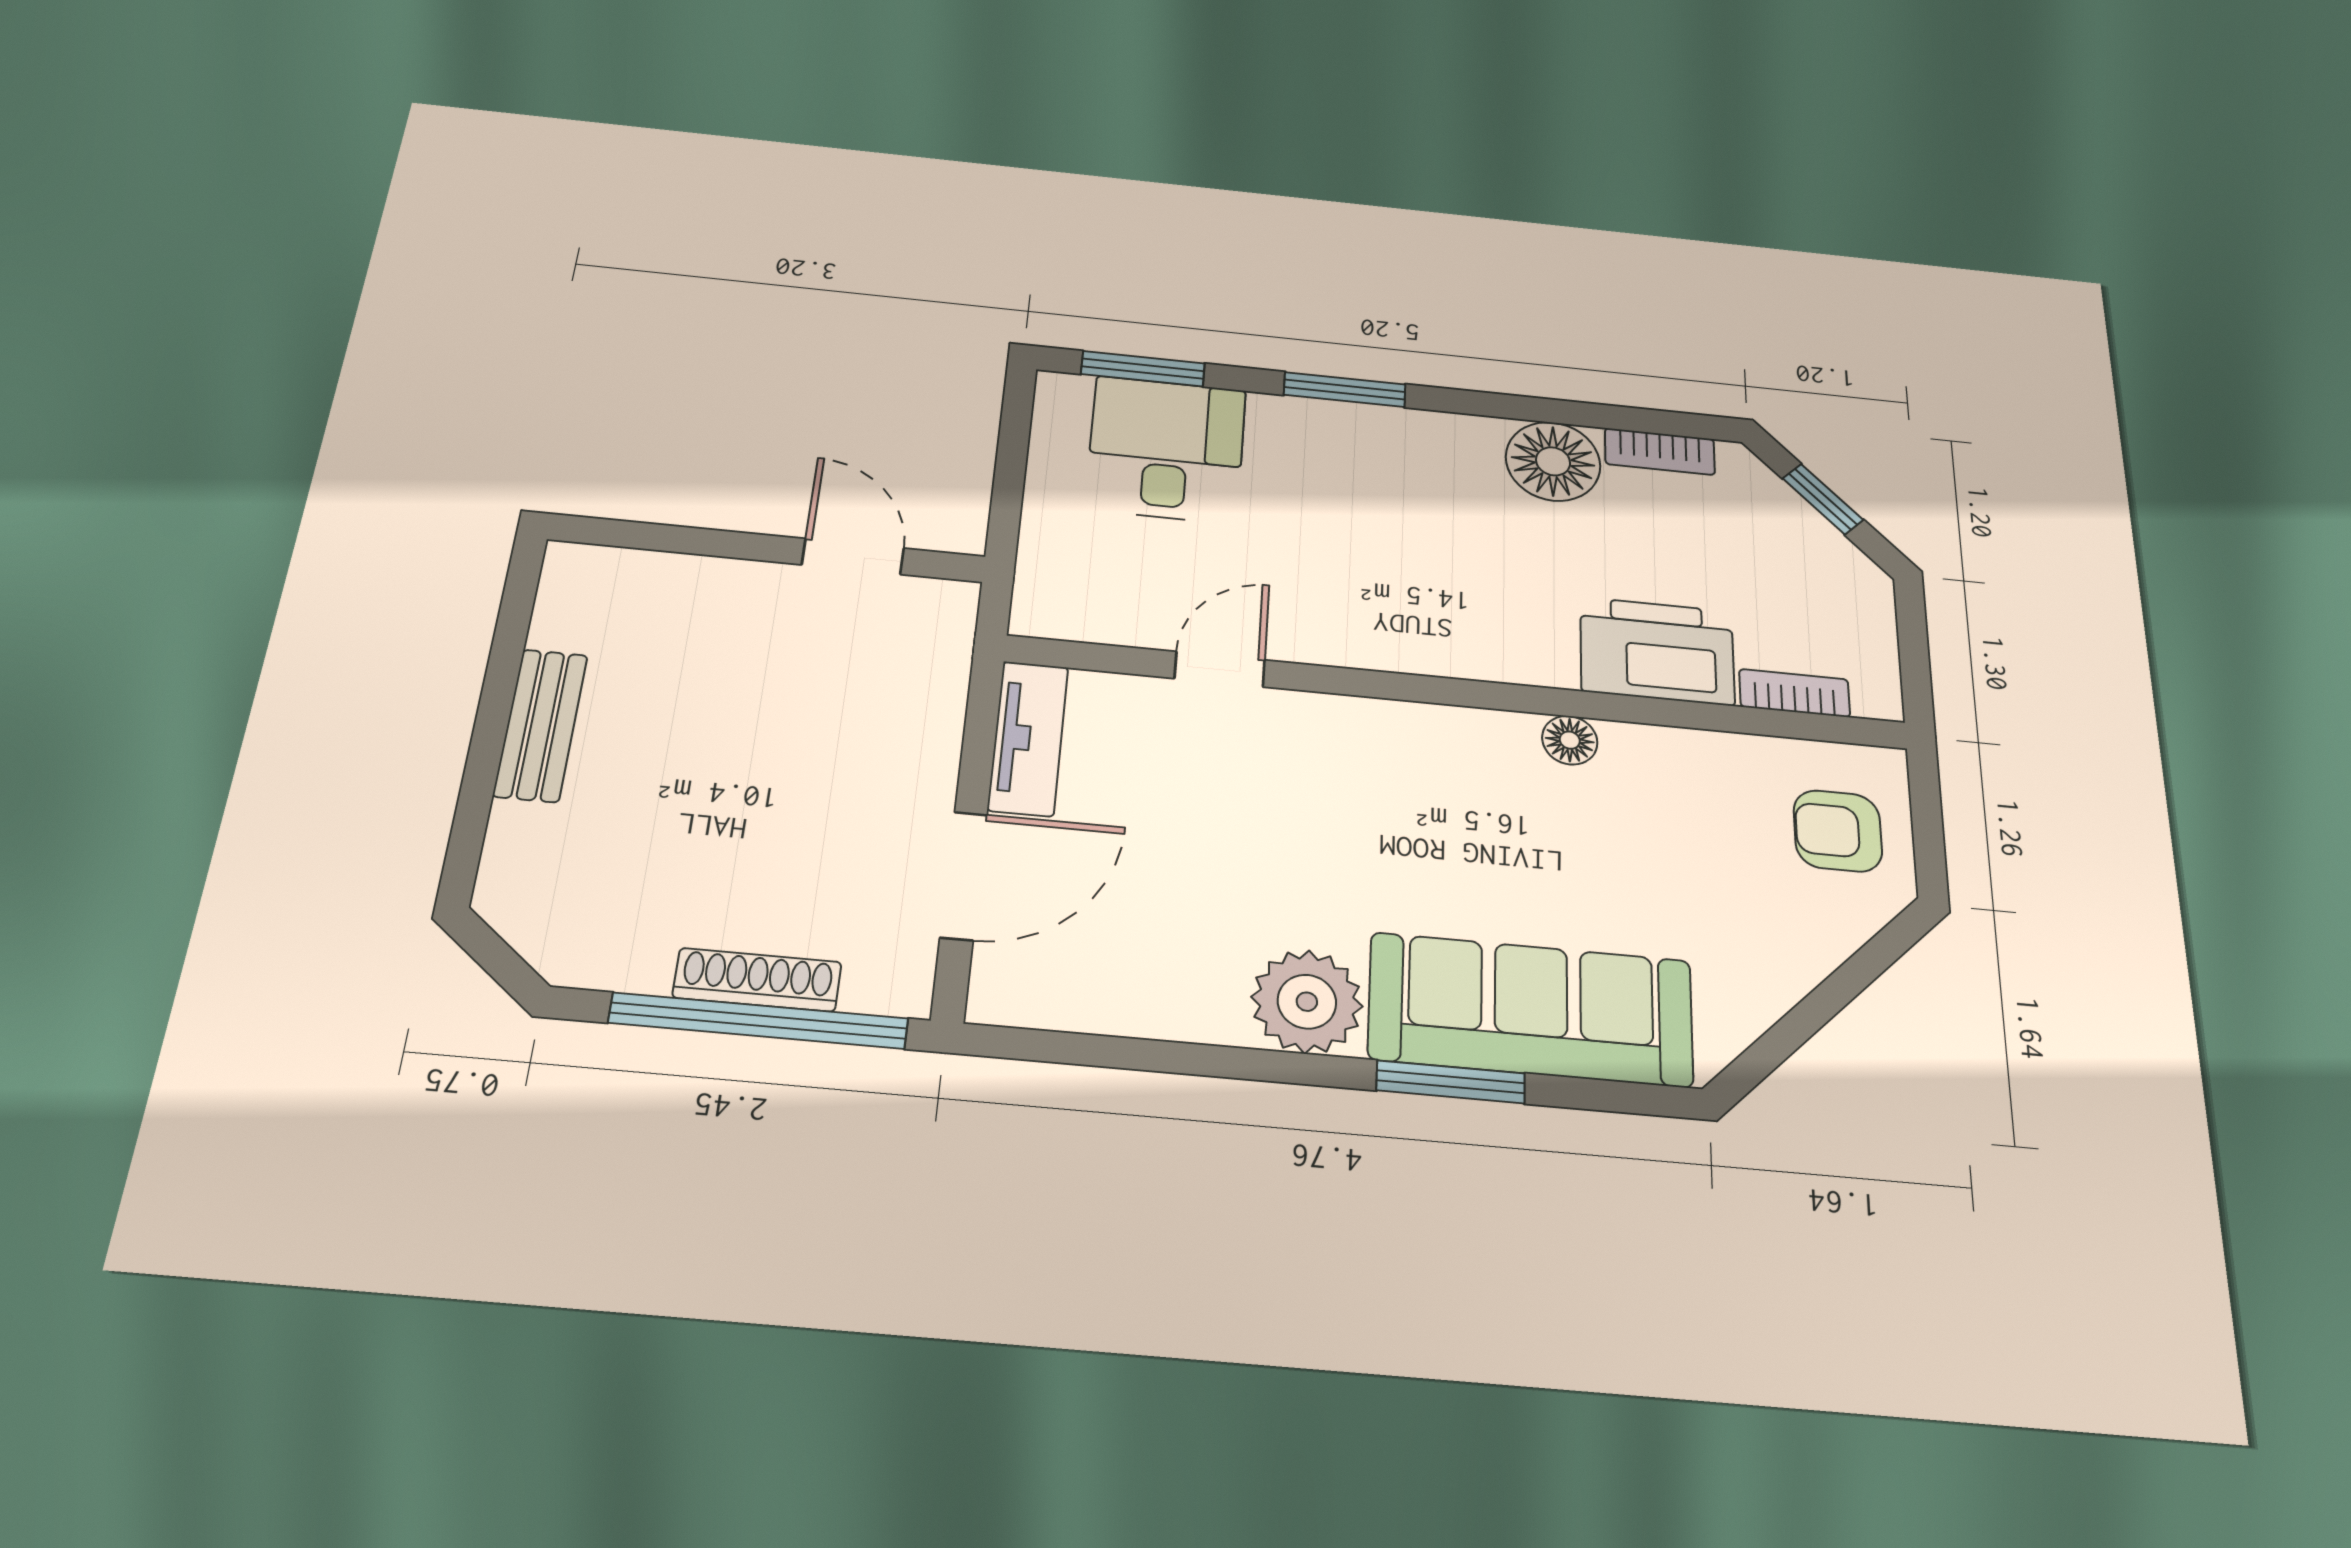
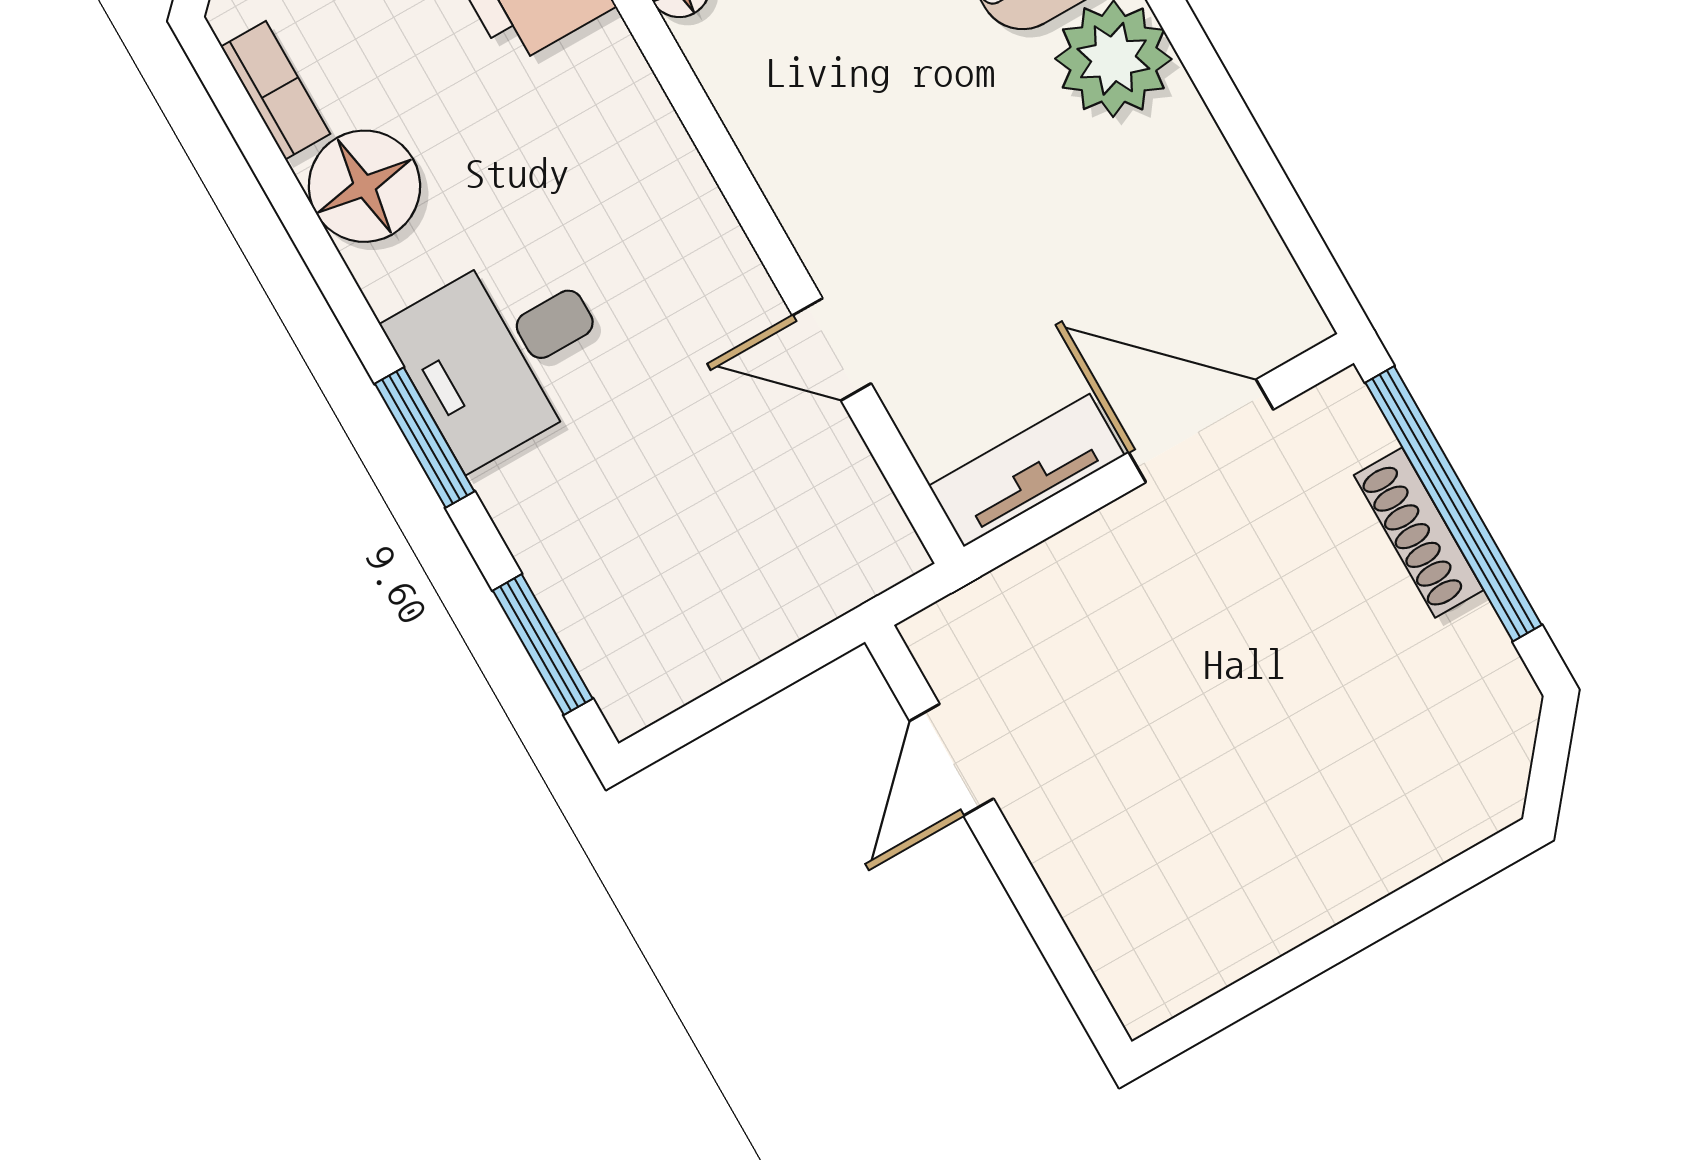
desk: (1166, 449) -> (504, 353), moved
bench: (541, 725) -> (1316, 897), removed

